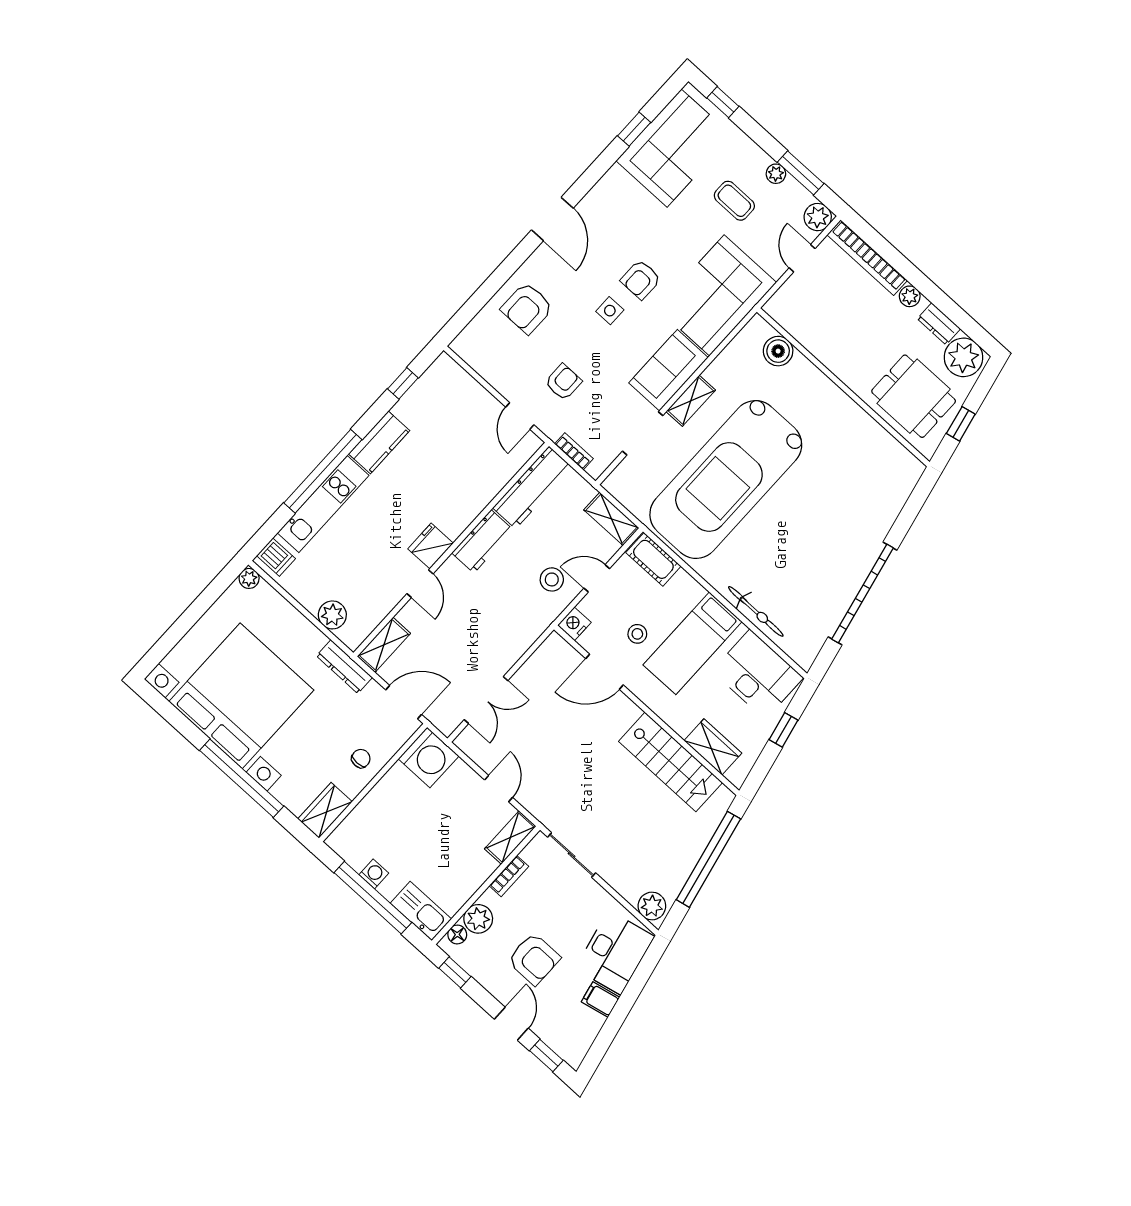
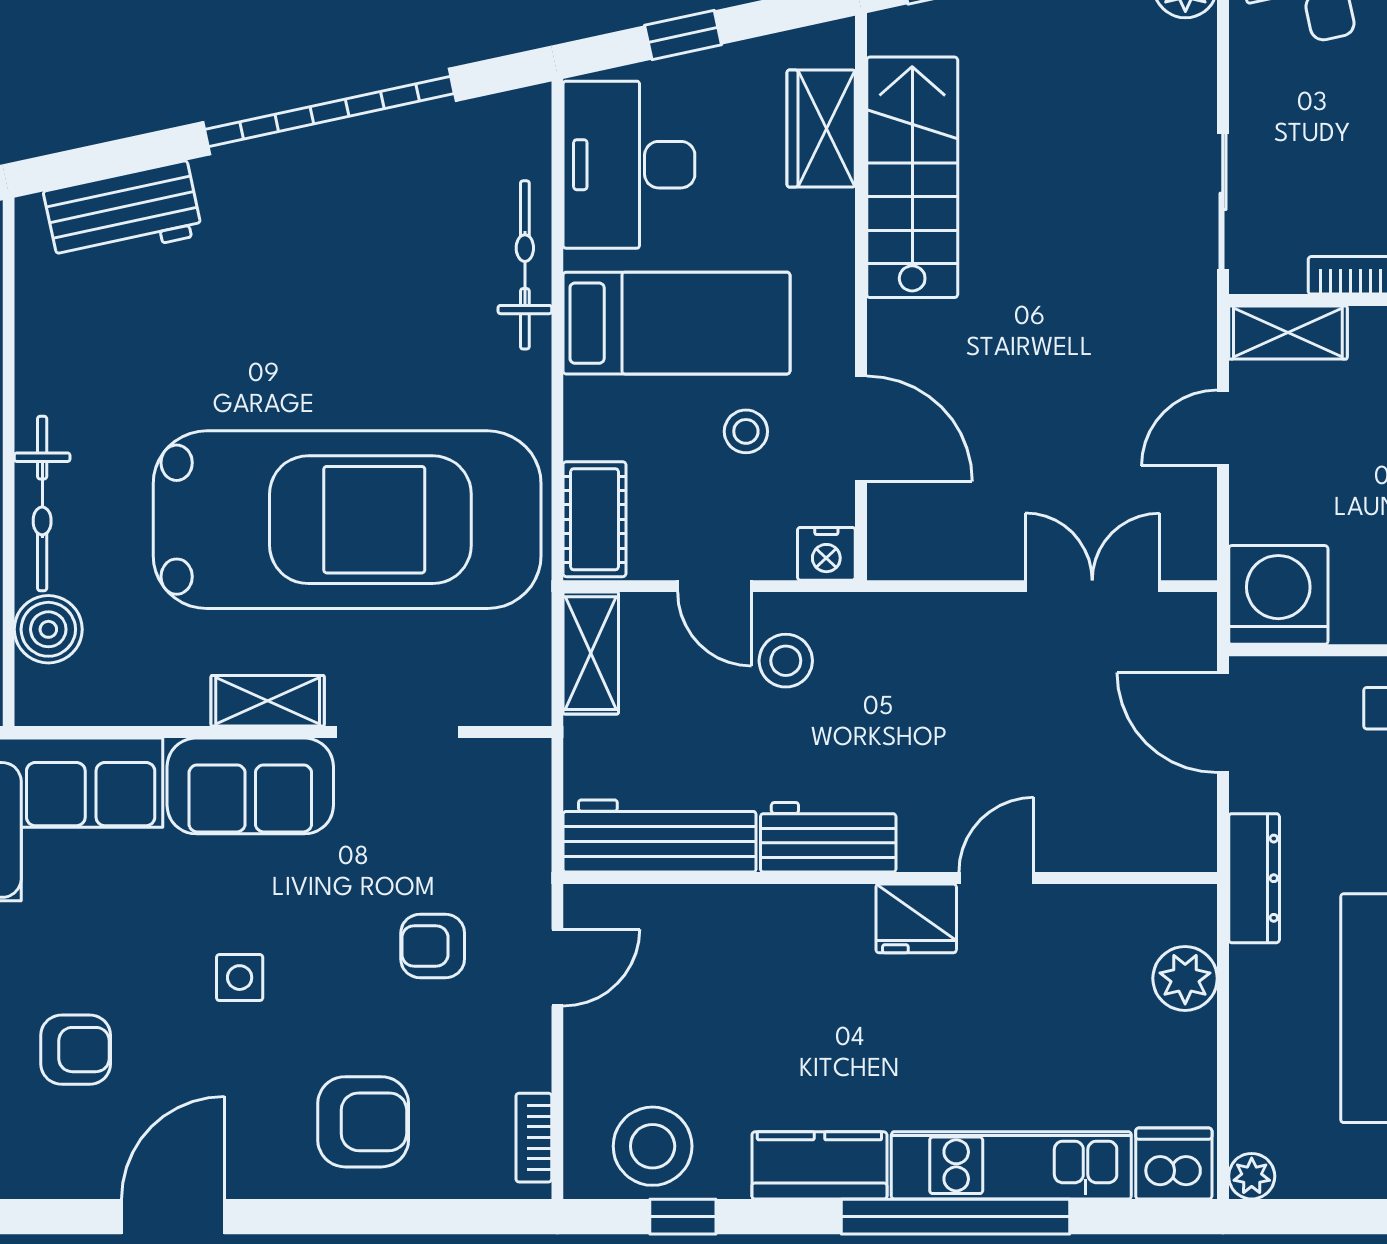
armchair: (641, 280) -> (76, 1050), moved
bicycle: (820, 386) -> (42, 503), added
stool: (434, 394) -> (653, 1146), added
bookcase: (574, 451) -> (534, 1138), moved
workbench: (890, 497) -> (123, 213), added
dishwasher: (276, 557) -> (1174, 1164), width x1.38
shelving: (384, 645) -> (1156, 845), removed

